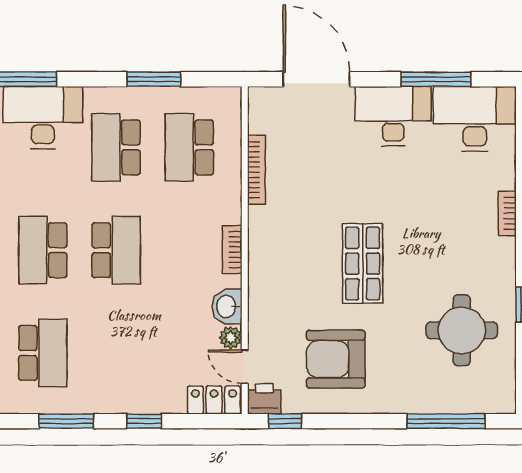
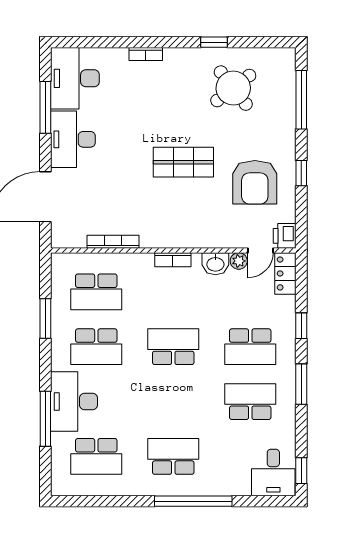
school desk: (43, 250) -> (250, 347), moved
round table: (462, 330) -> (233, 88), turned -38
window: (285, 421) -> (301, 173), moved

